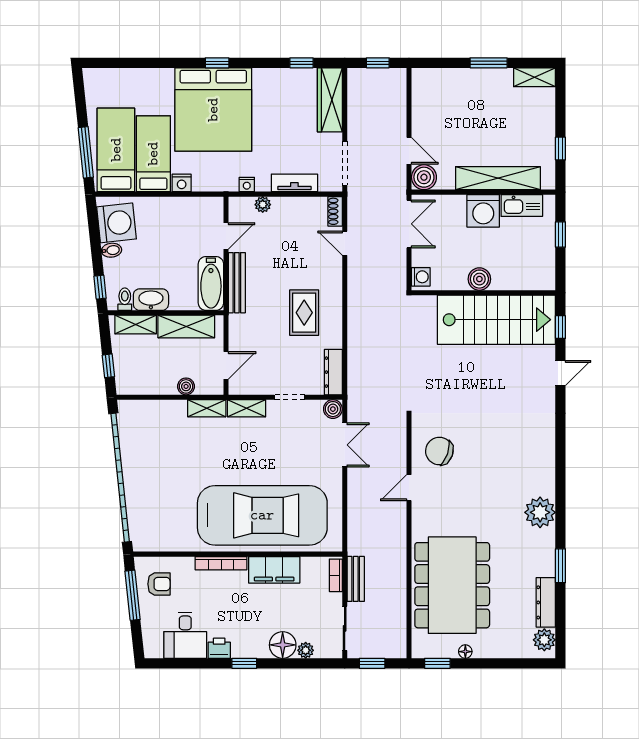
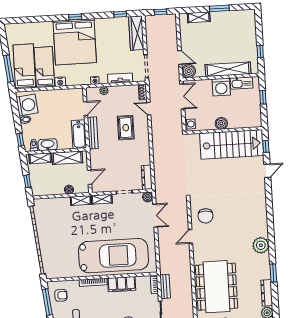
shelving: (534, 77) -> (199, 17), moved
rug: (304, 313) -> (126, 128), moved
chair: (439, 451) -> (205, 216), turned -109

